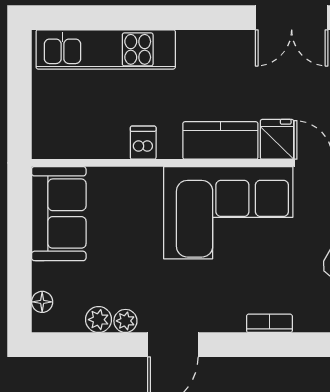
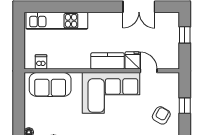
dishwasher: (143, 143) -> (41, 62), moved
sofa: (59, 214) -> (50, 84), moved, turned 90

